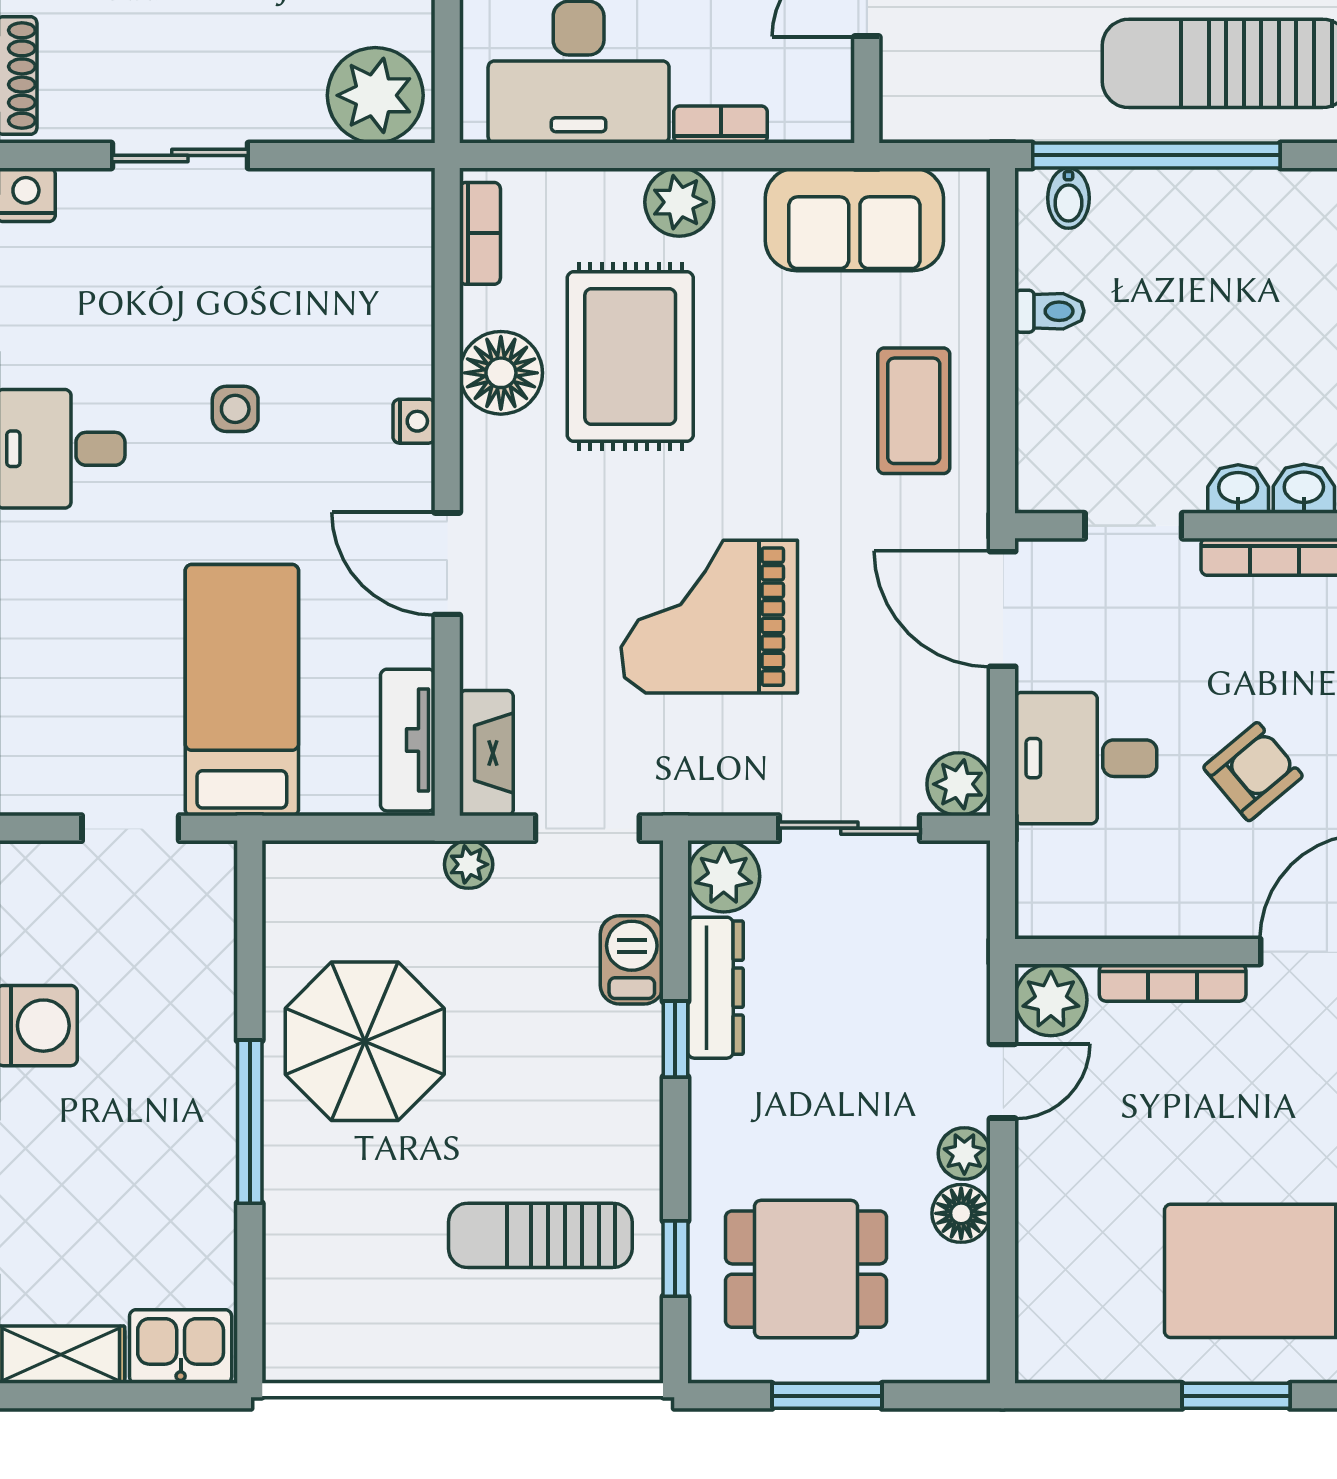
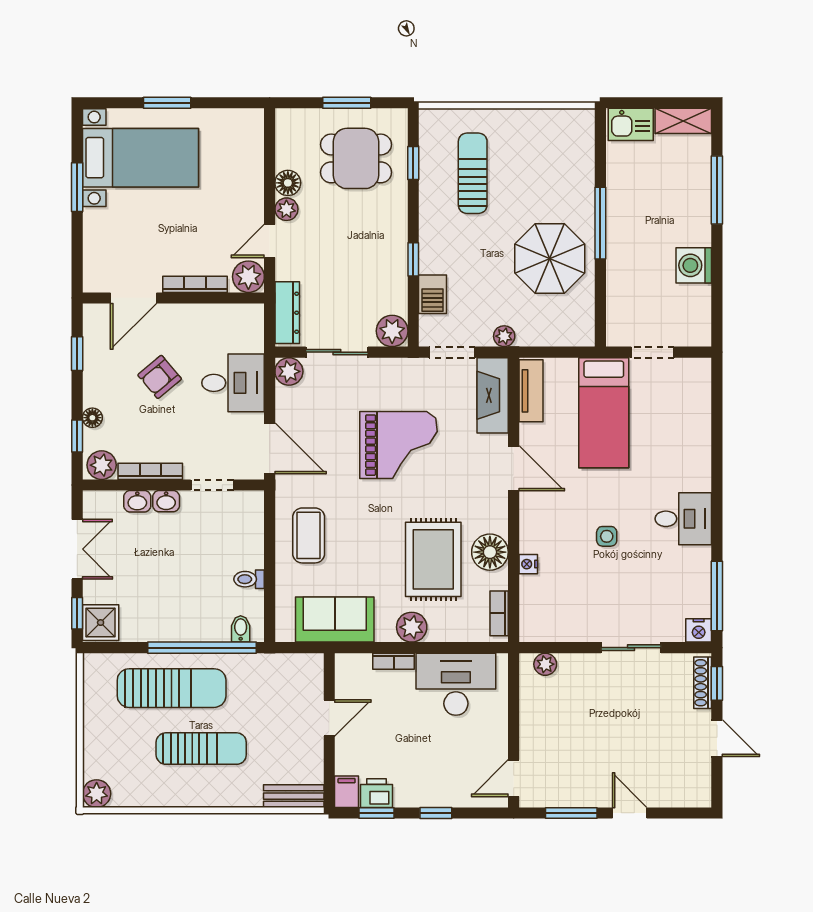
plant: (375, 95) -> (545, 664), width x0.53, depth x0.53
nightstand: (414, 421) -> (528, 564), moved
fireplace: (486, 753) -> (493, 395), width x1.37, depth x1.32
dresser: (715, 988) -> (287, 313), moved, turned 180
sun lounger: (540, 1235) -> (473, 173), turned -90

